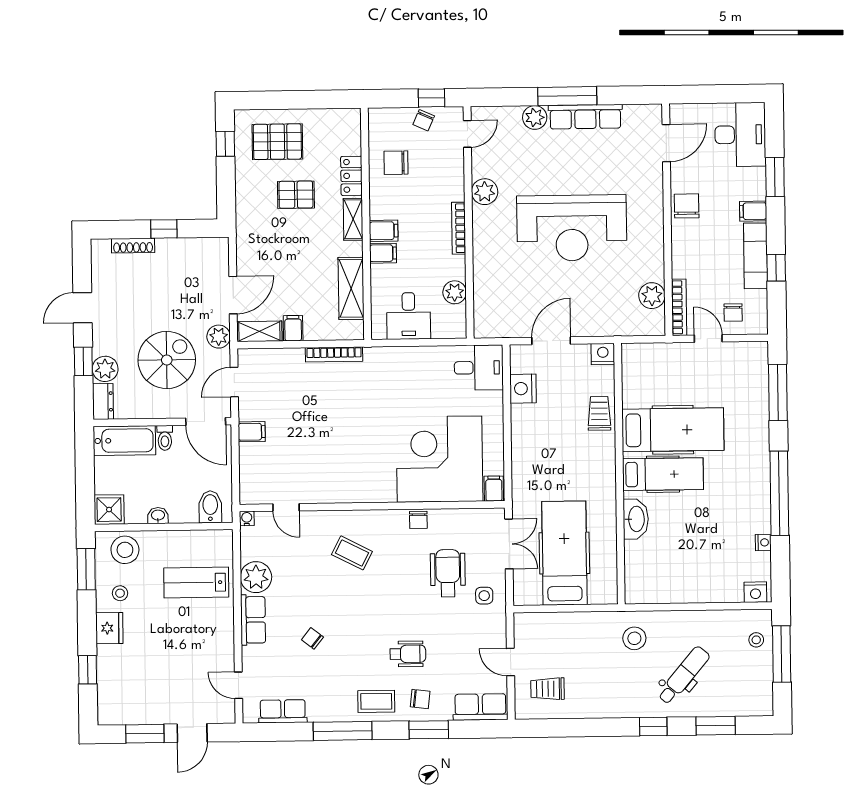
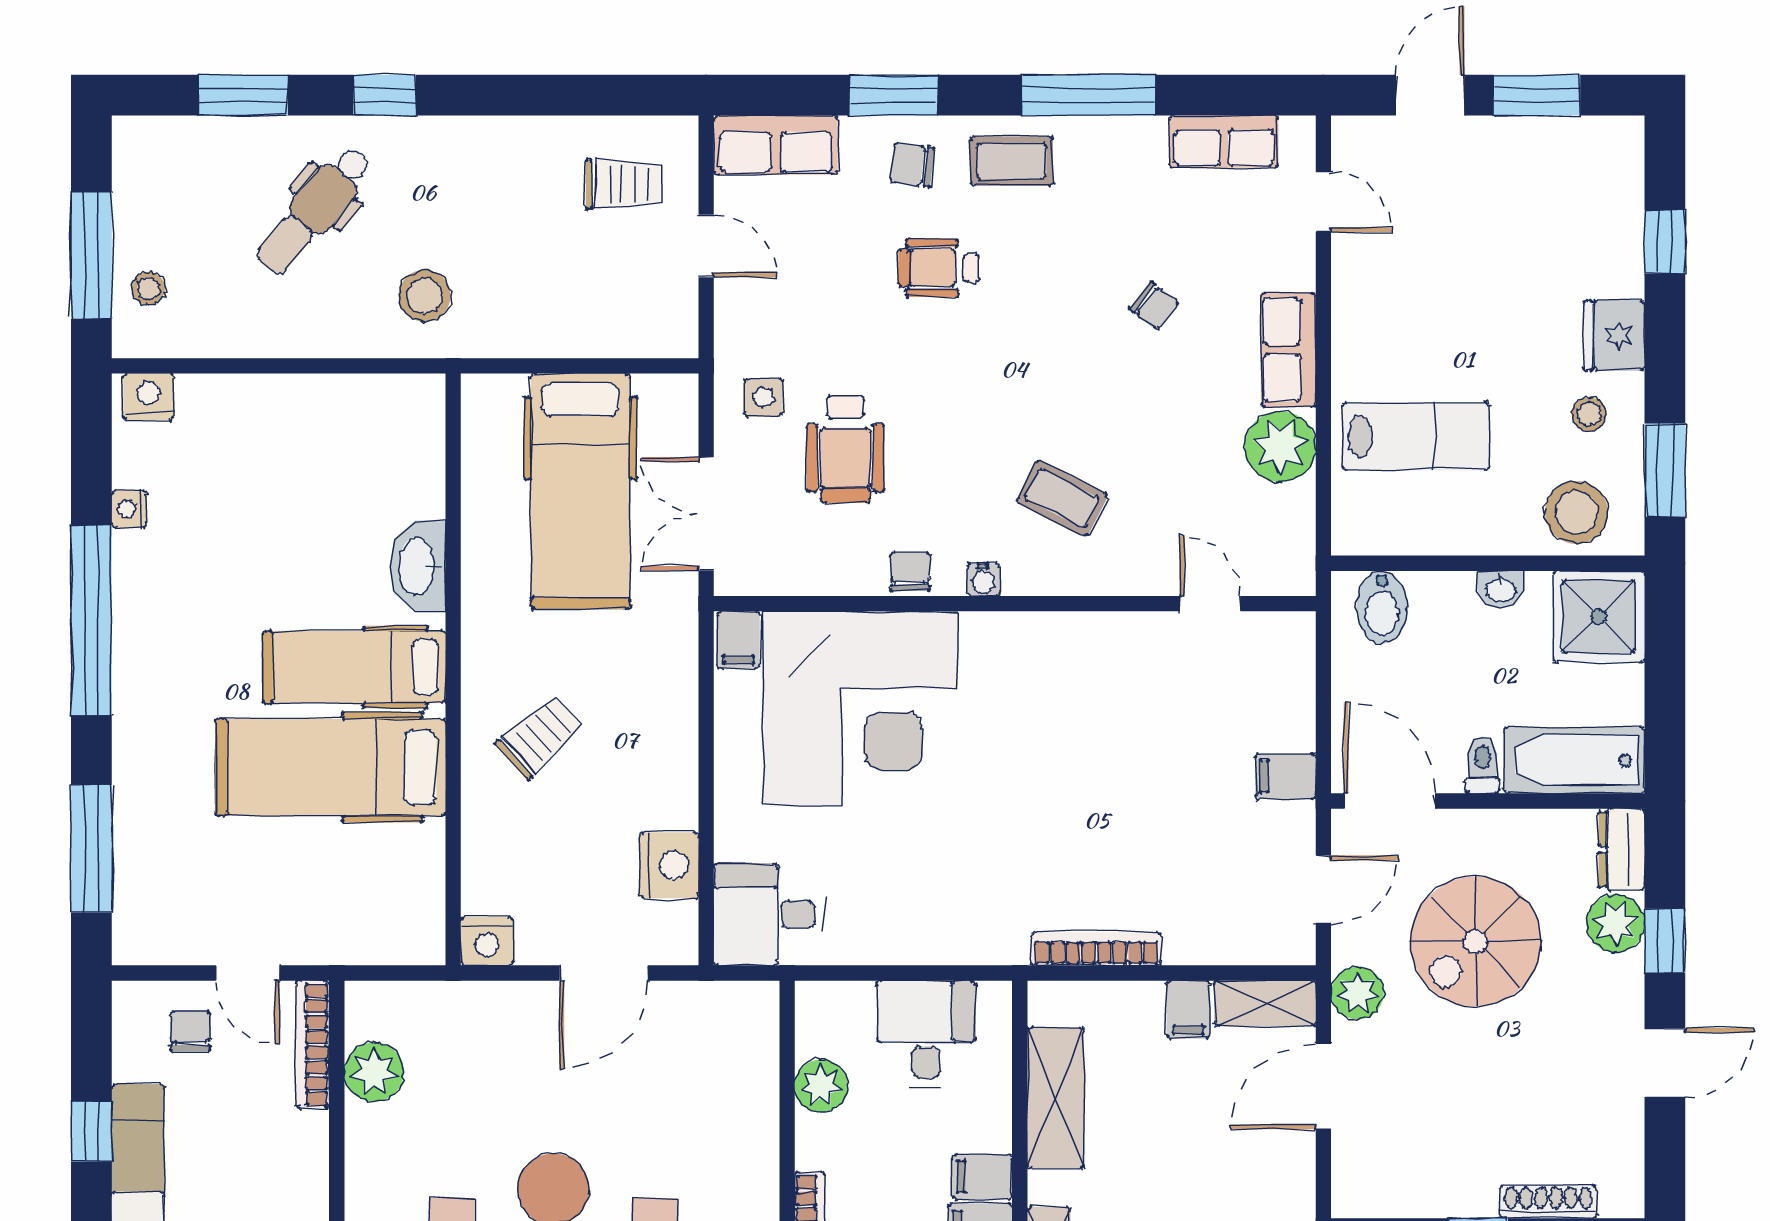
trolley: (599, 413) -> (540, 736), moved, turned -132
shower: (109, 510) -> (1599, 616), width x1.36, depth x1.36
water cooler: (247, 519) -> (983, 580), moved

